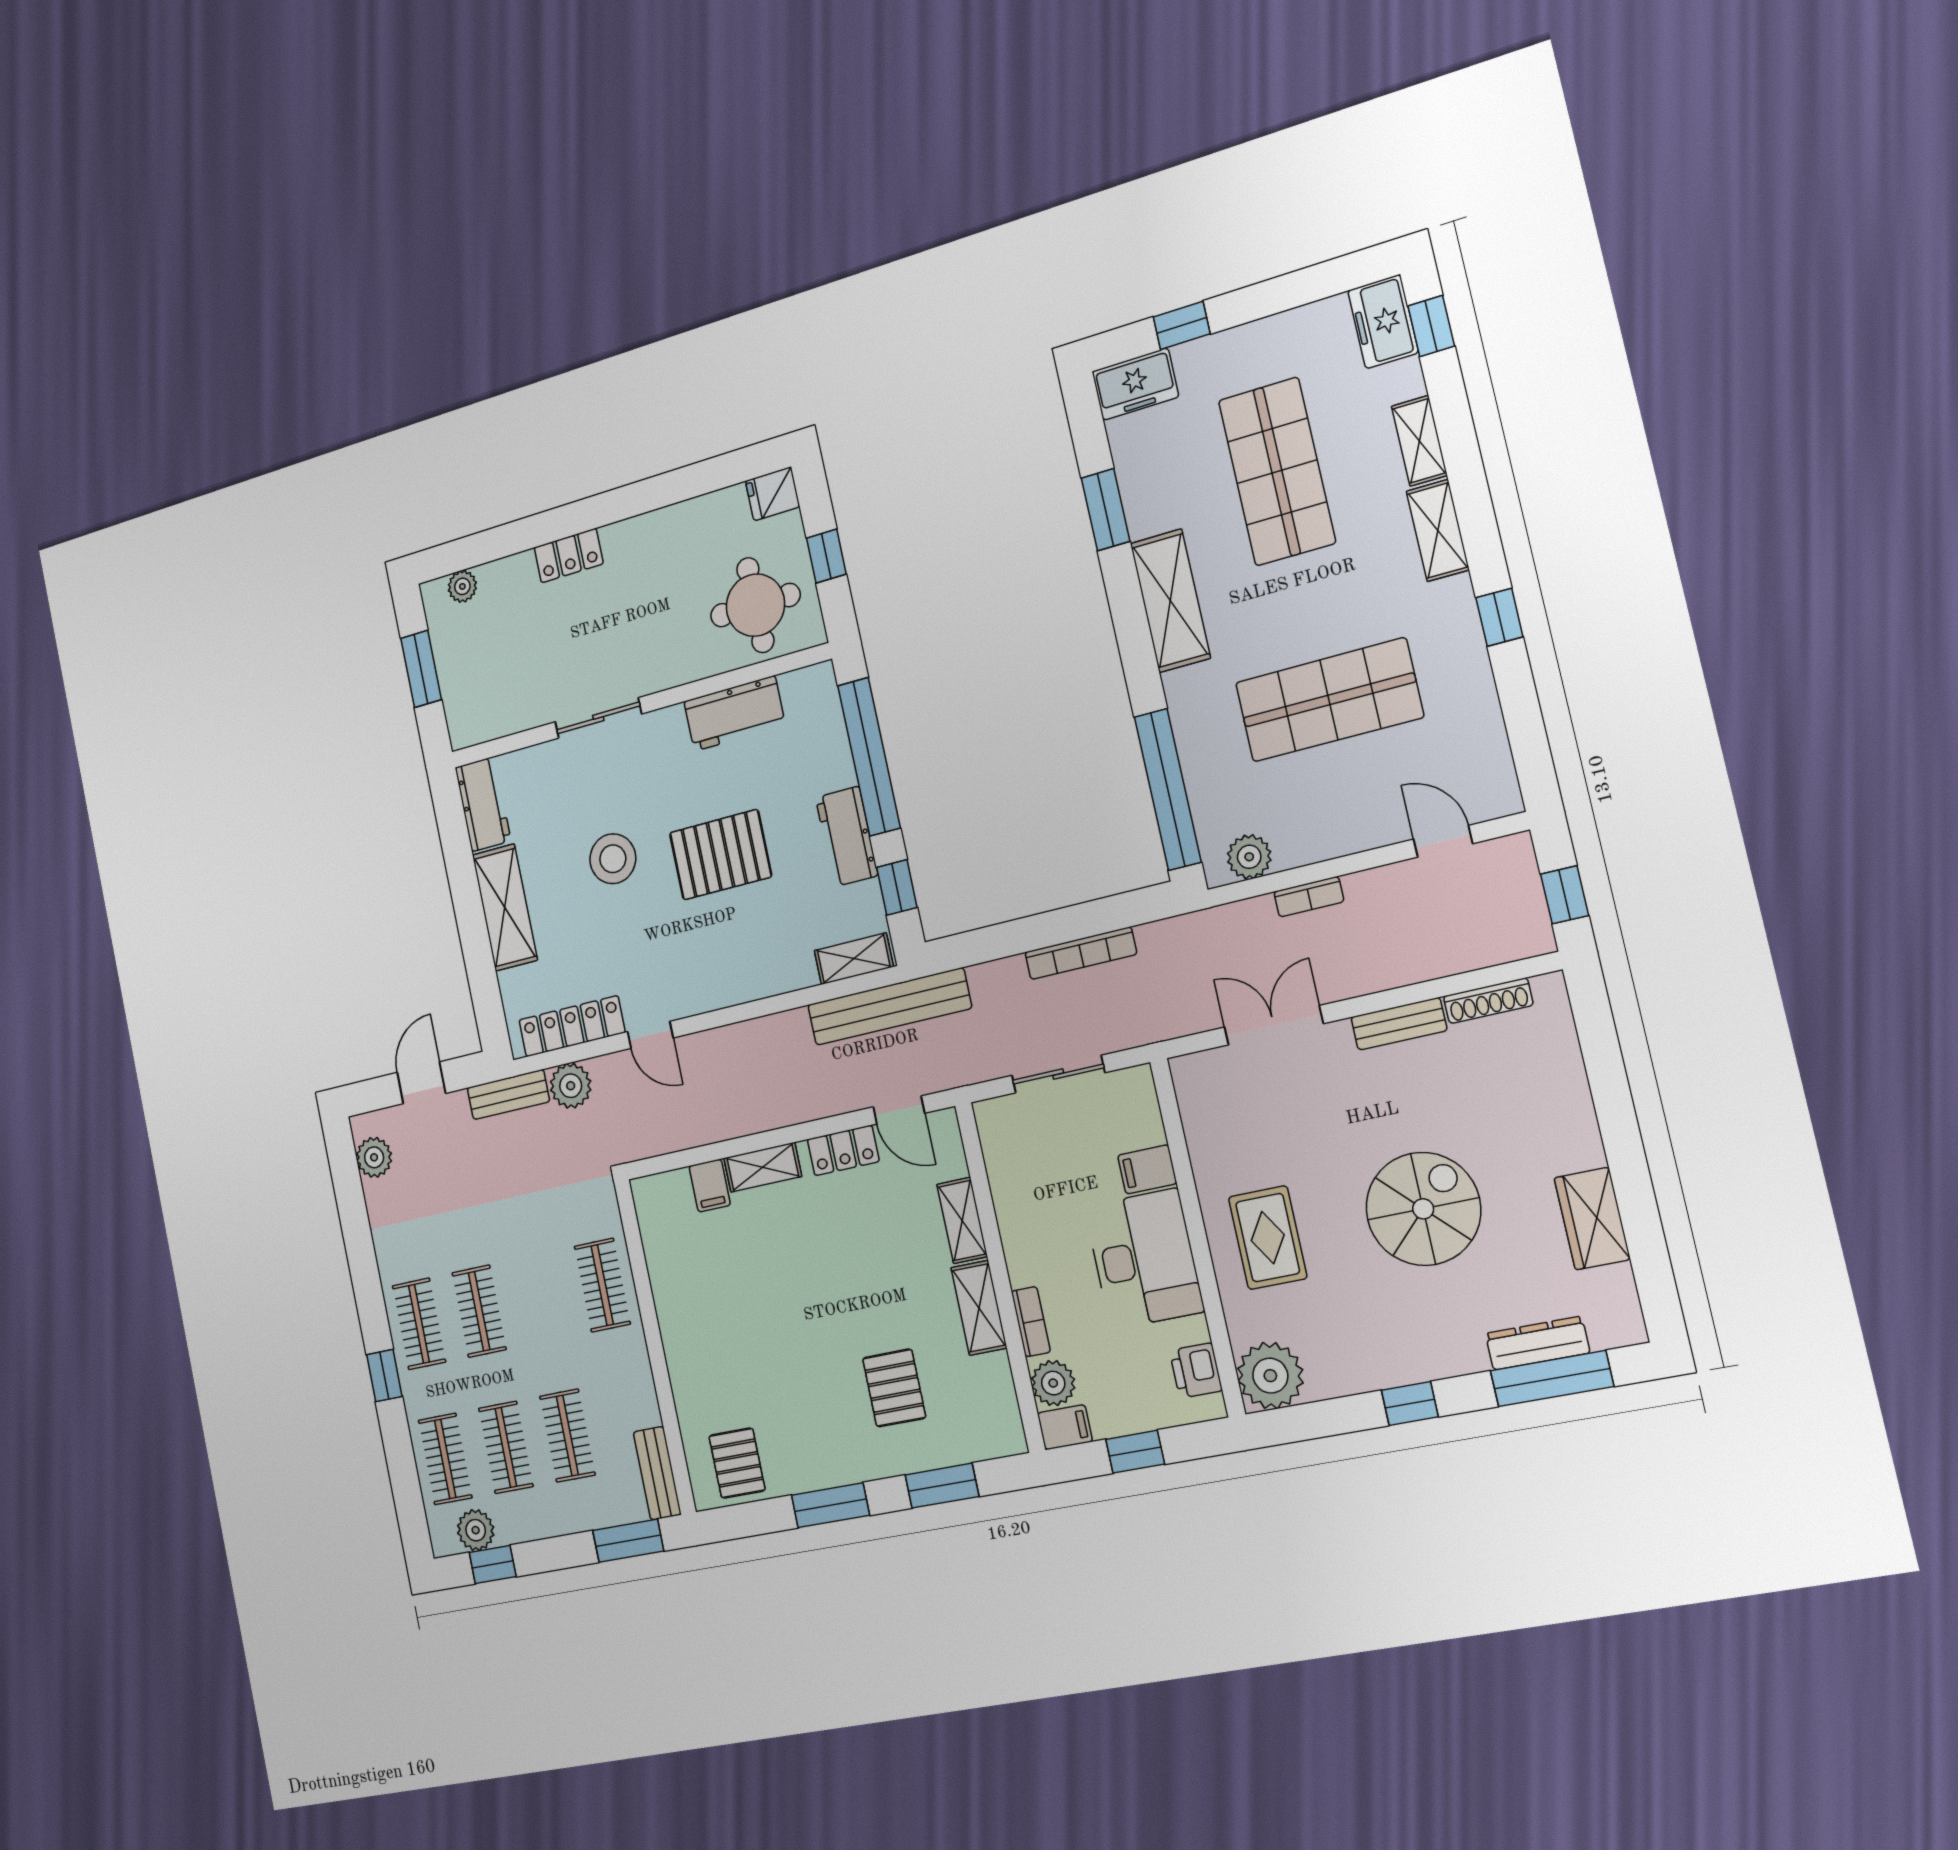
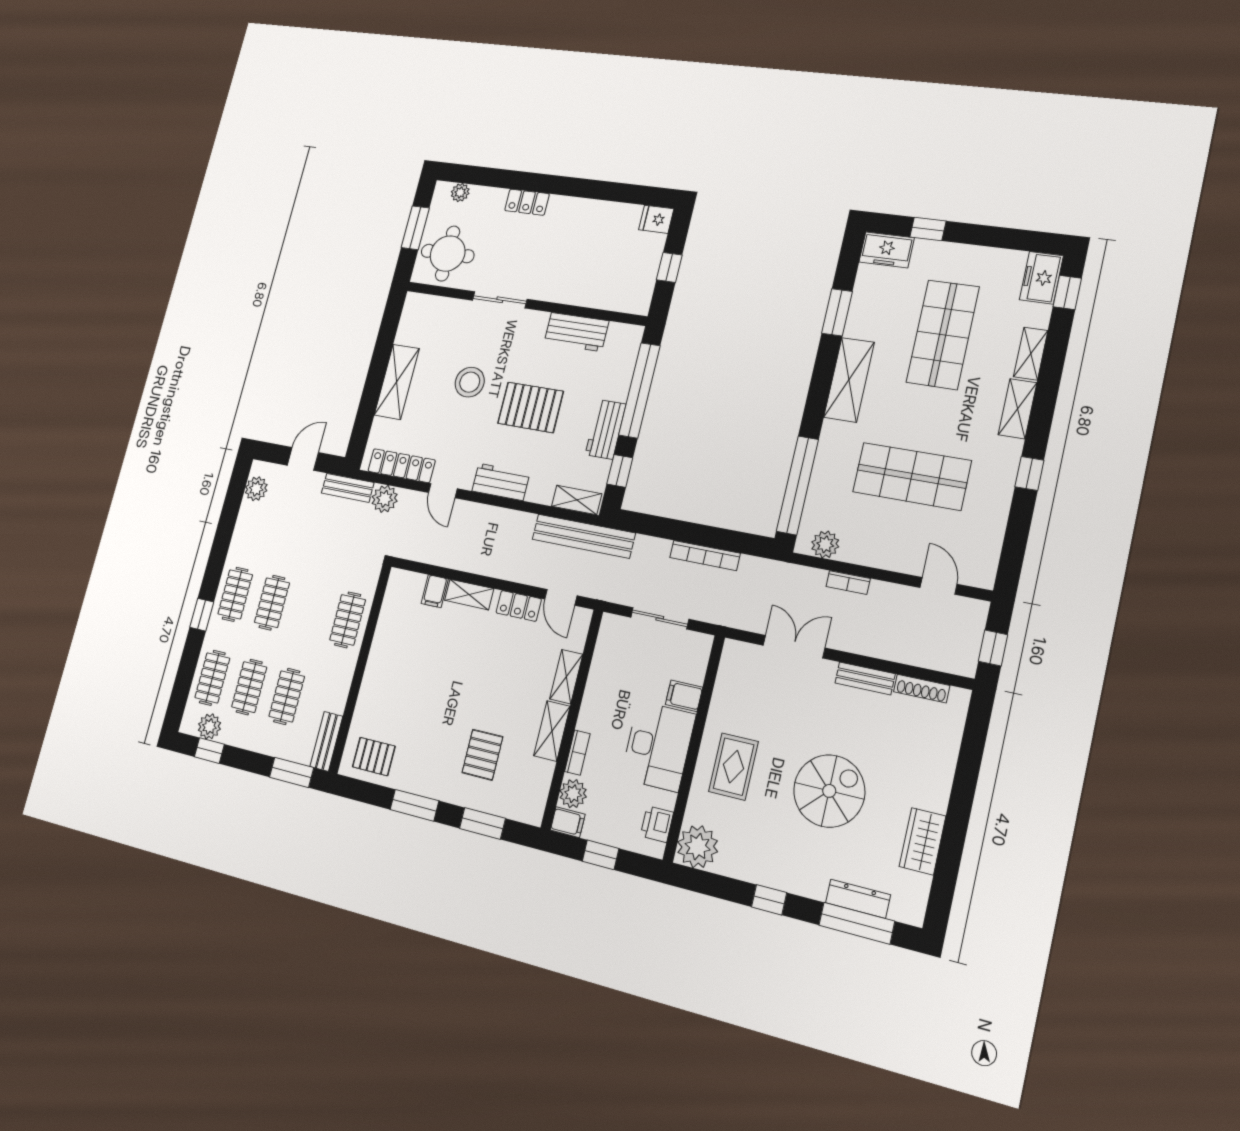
round table: (755, 605) -> (448, 254), moved
workbench: (483, 804) -> (501, 482), moved, turned -90
pallet: (737, 1463) -> (374, 757), turned 90

